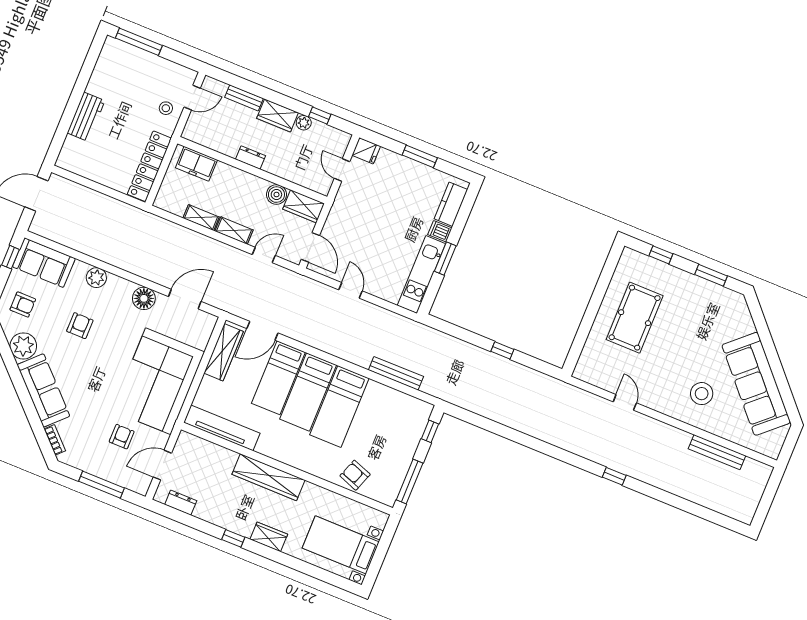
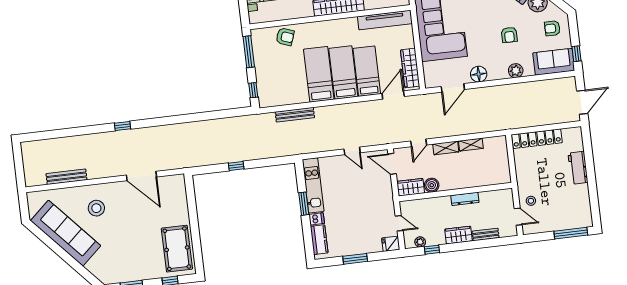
door: (192, 98) -> (518, 217), swing flipped
plant: (304, 123) -> (420, 242), moved
dresser: (251, 158) -> (465, 199), width x1.44
freezer: (196, 164) -> (492, 177), removed
locker: (149, 166) -> (537, 139), moved, turned 90
pool table: (635, 318) -> (177, 249), moved
door: (625, 402) -> (141, 176), width x1.87

